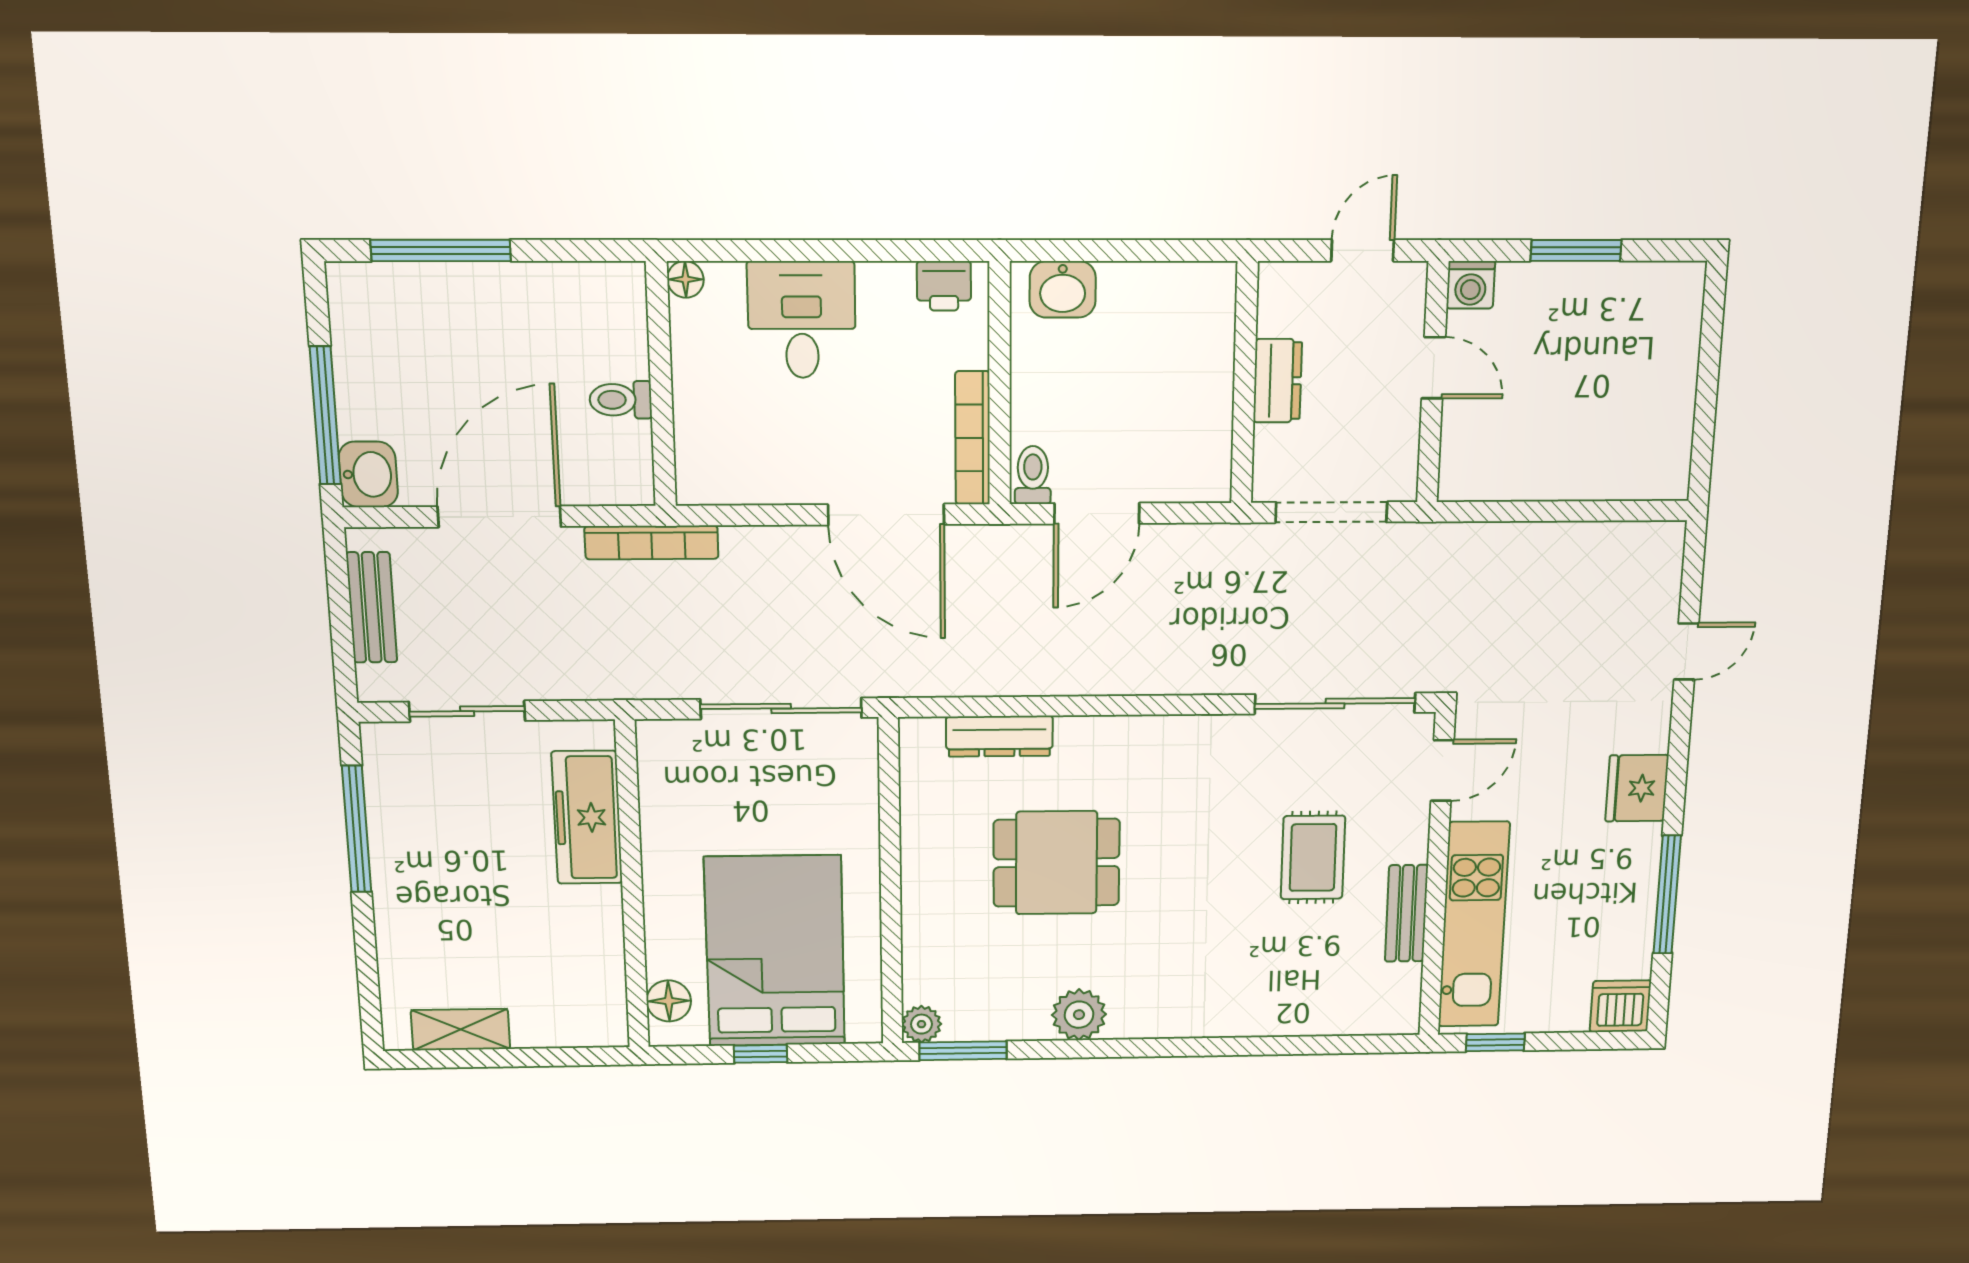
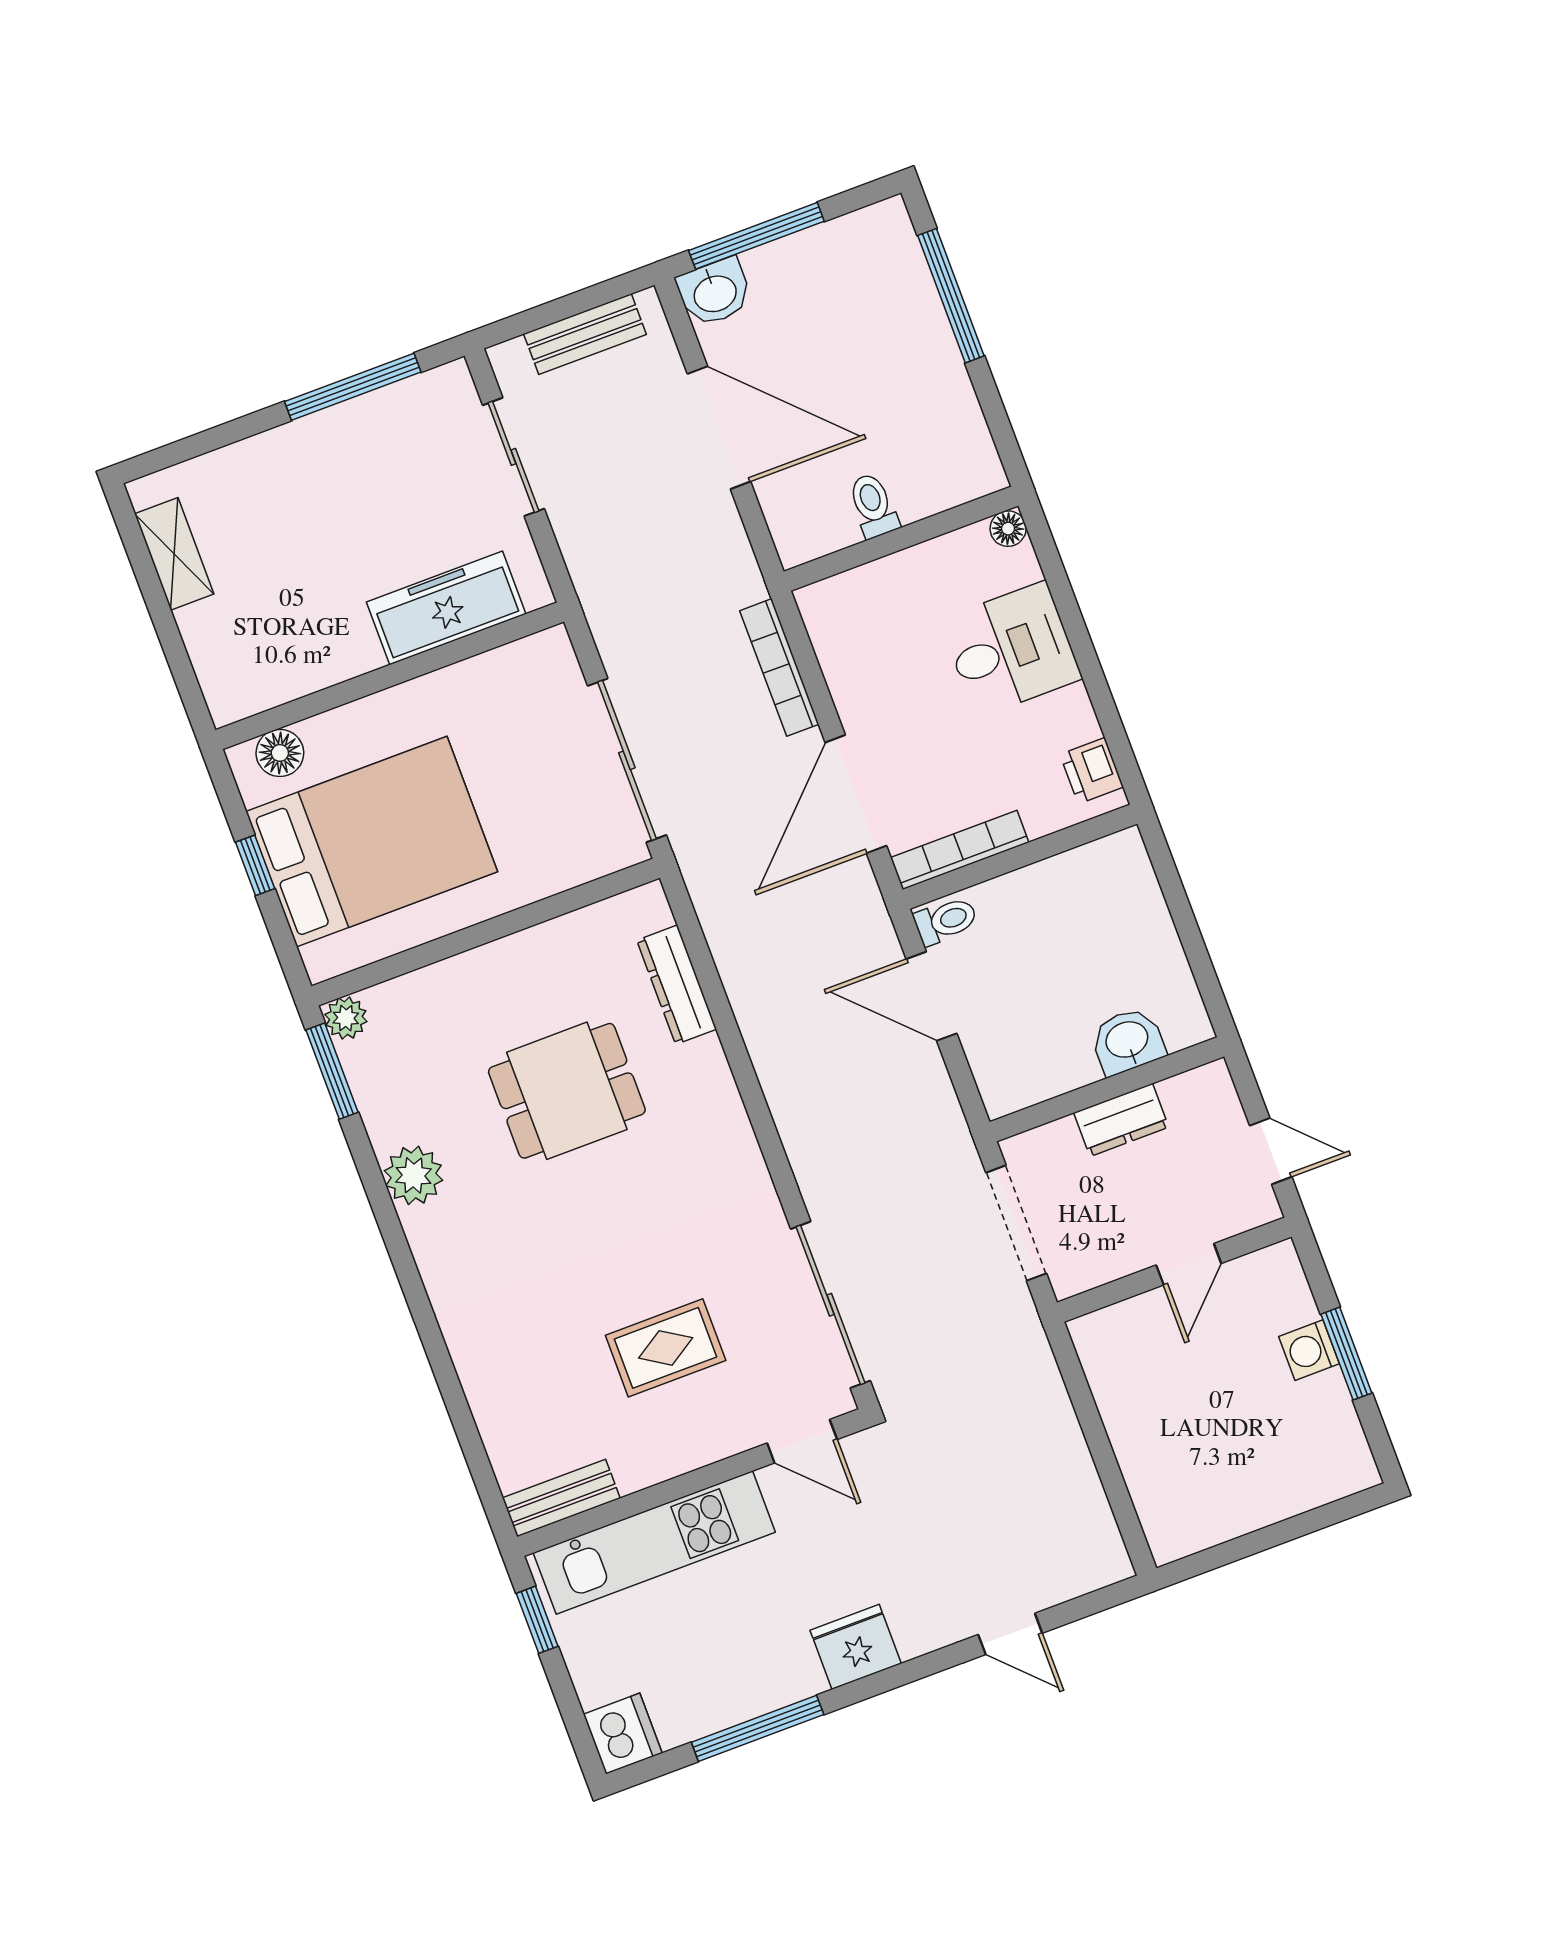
washing machine: (1471, 285) -> (1309, 1350), moved
washbasin: (1063, 289) -> (1127, 1041), moved, turned 90
bookcase: (652, 542) -> (779, 667), moved
dining table: (1056, 863) -> (567, 1091), turned 90
bench: (1406, 913) -> (561, 1498), moved

